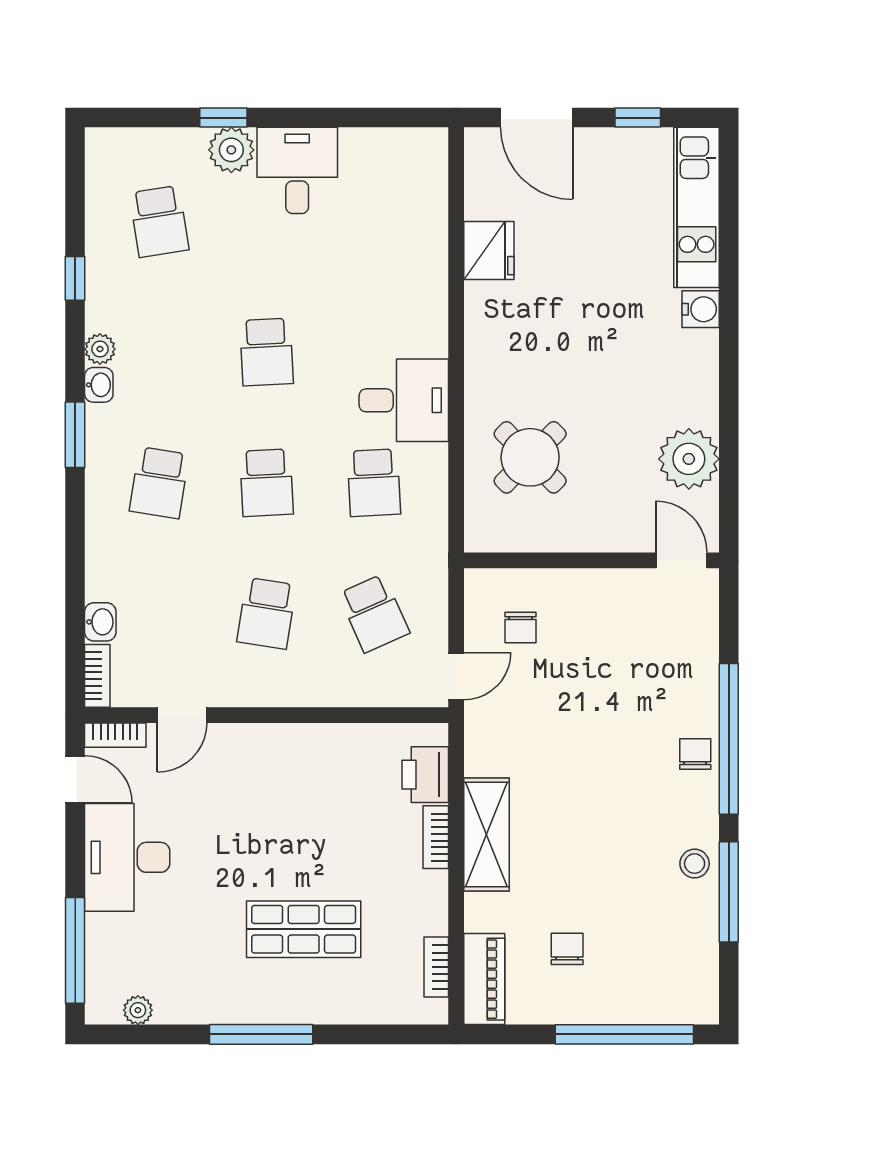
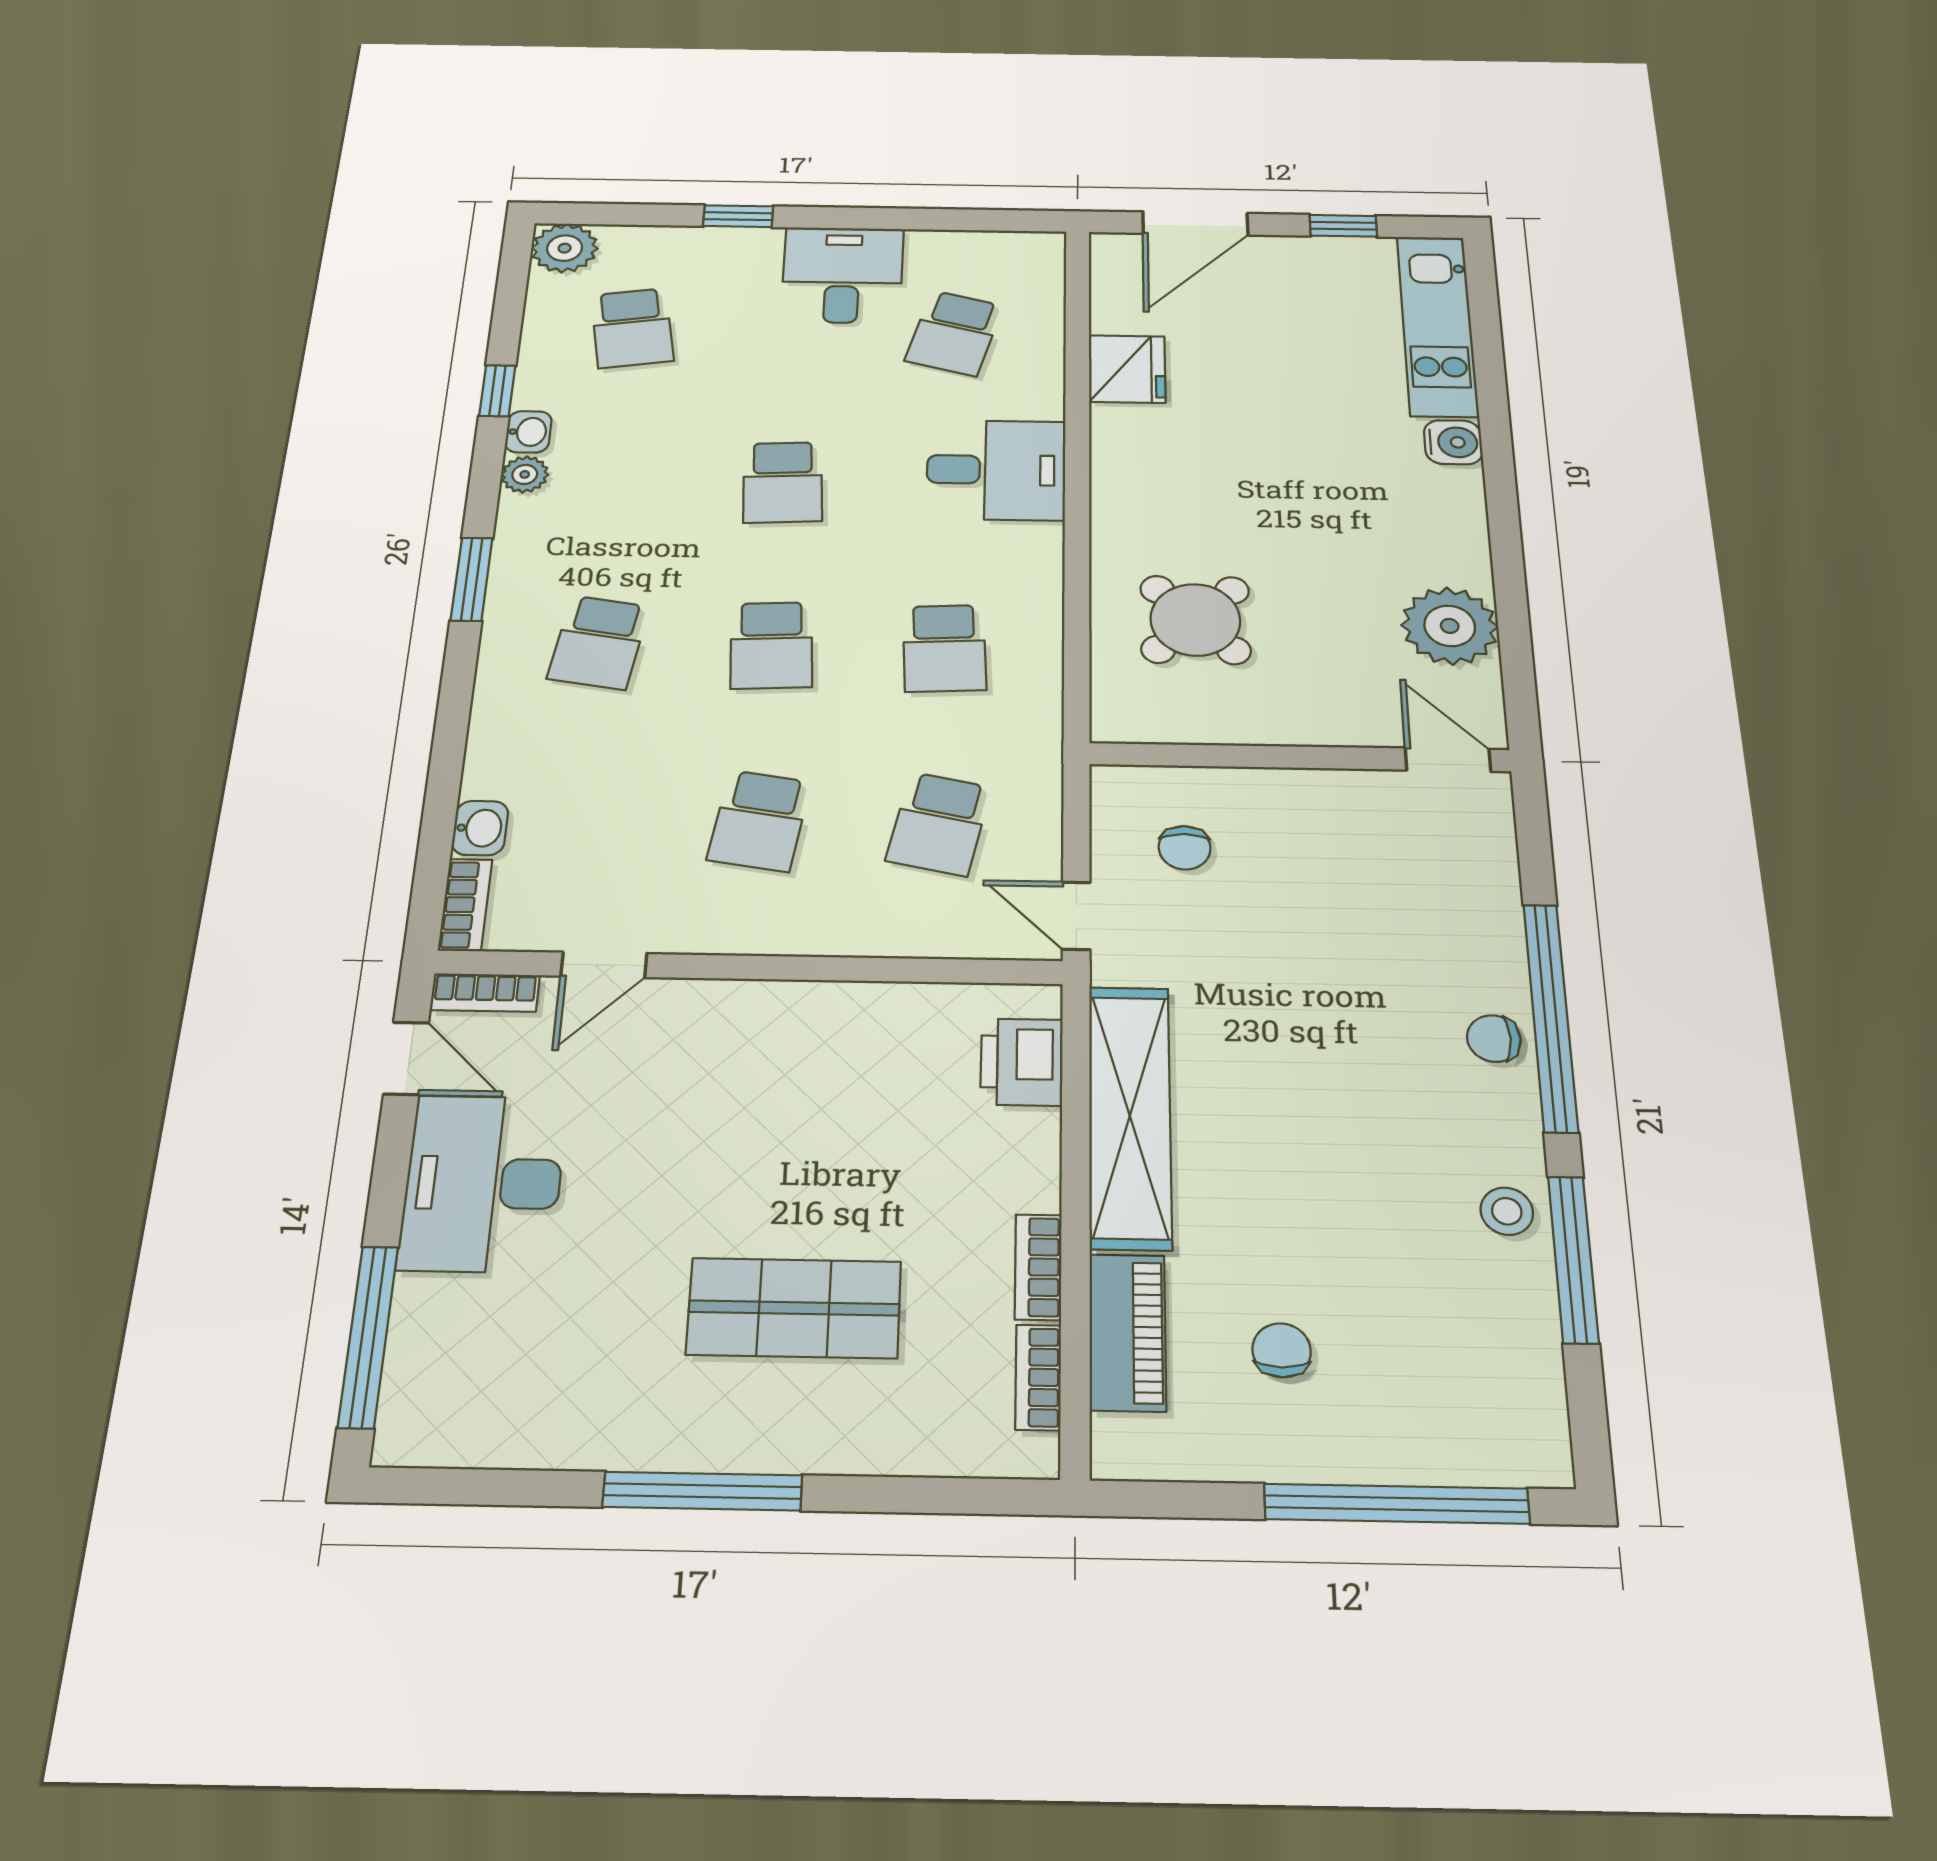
door: (537, 118) -> (1195, 223), hinge flipped
plant: (231, 150) -> (565, 248), moved
school desk: (374, 221) -> (954, 333), added
washbasin: (99, 385) -> (528, 432), moved
desk: (404, 400) -> (996, 470), moved
school desk: (374, 613) -> (939, 824), turned 36
door: (456, 676) -> (1076, 916), swing flipped
chair: (695, 754) -> (1494, 1039), turned -90
shelving: (486, 835) -> (1130, 1116), width x1.47
bookcase: (436, 837) -> (1038, 1267), moved
piano: (484, 979) -> (1127, 1332), moved
plant: (138, 1010) -> (473, 1443), removed

